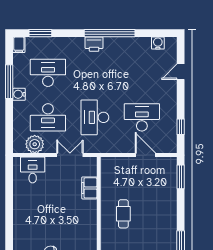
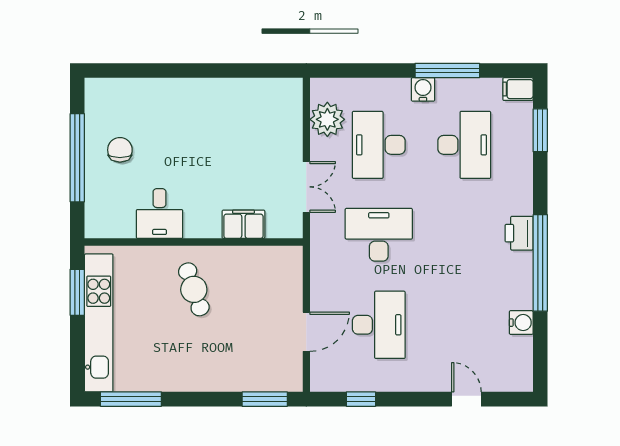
water cooler: (158, 43) -> (521, 323), moved
desk: (33, 170) -> (160, 213), moved, turned 90
cafe table: (123, 214) -> (194, 289), turned 71

